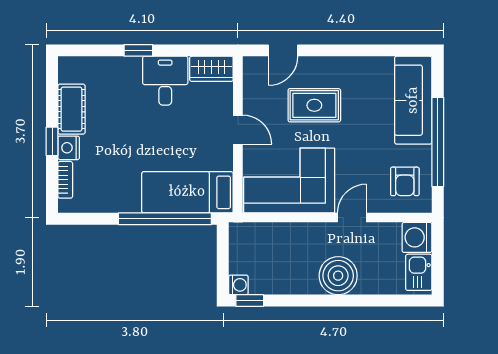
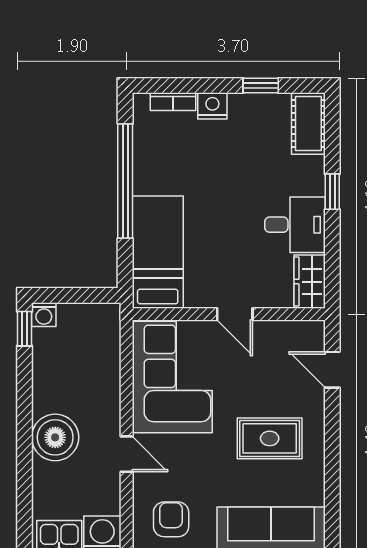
rug: (314, 105) -> (270, 438), moved, turned 90
cot: (71, 109) -> (308, 123), moved, turned 90
door: (238, 130) -> (235, 314), hinge flipped
window: (52, 141) -> (261, 85), moved
armchair: (405, 181) -> (171, 519), turned 90
window: (165, 219) -> (125, 181), moved

